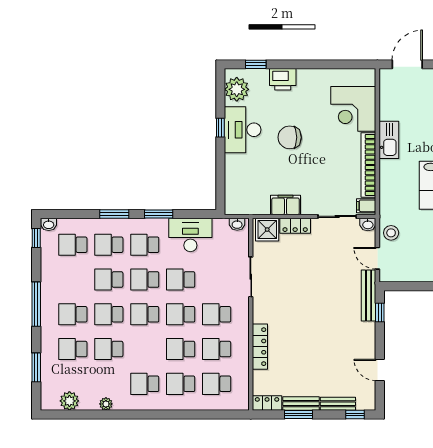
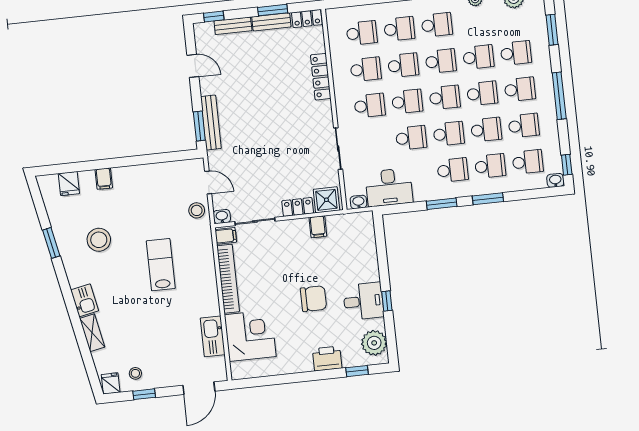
desk: (243, 130) -> (363, 301), width x0.73
kitchen sink: (389, 140) -> (213, 336), moved
filing cabinet: (285, 205) -> (318, 227), width x0.50
desk: (190, 235) -> (389, 187), moved
school desk: (73, 280) -> (524, 126), added
bench: (369, 296) -> (211, 123), moved
window: (380, 313) -> (199, 126), width x1.50
school desk: (145, 349) -> (441, 61), added

